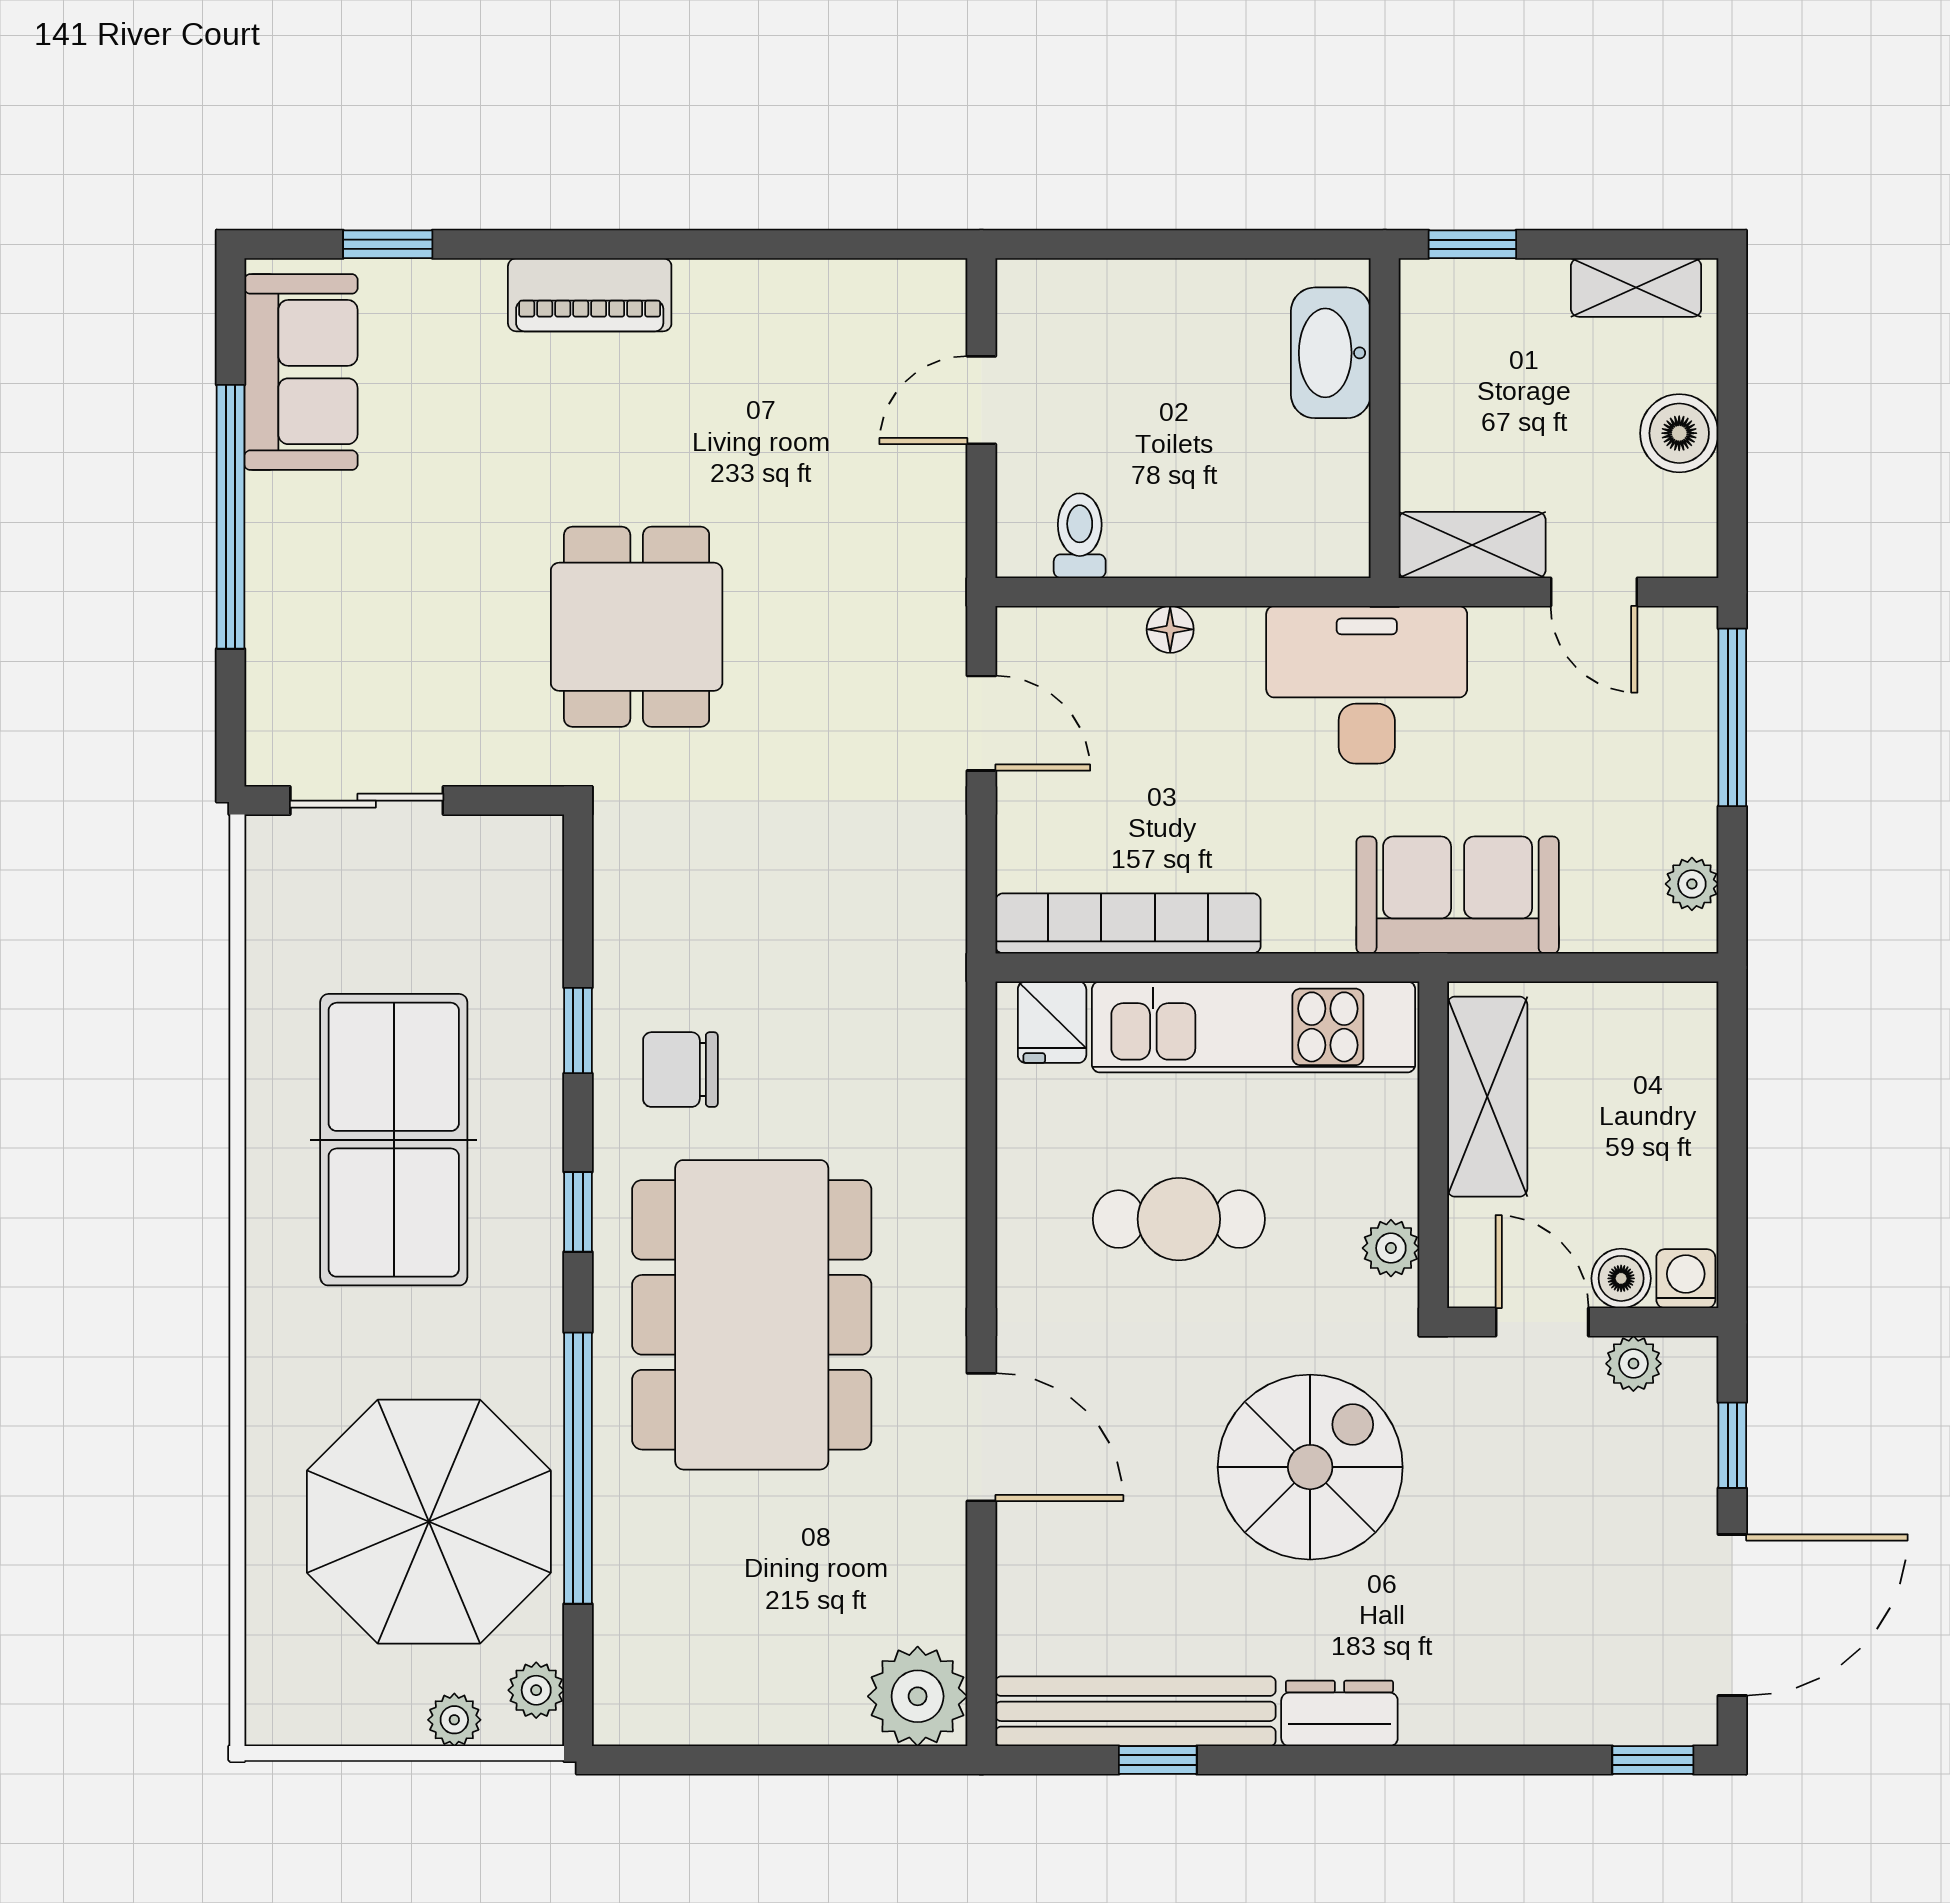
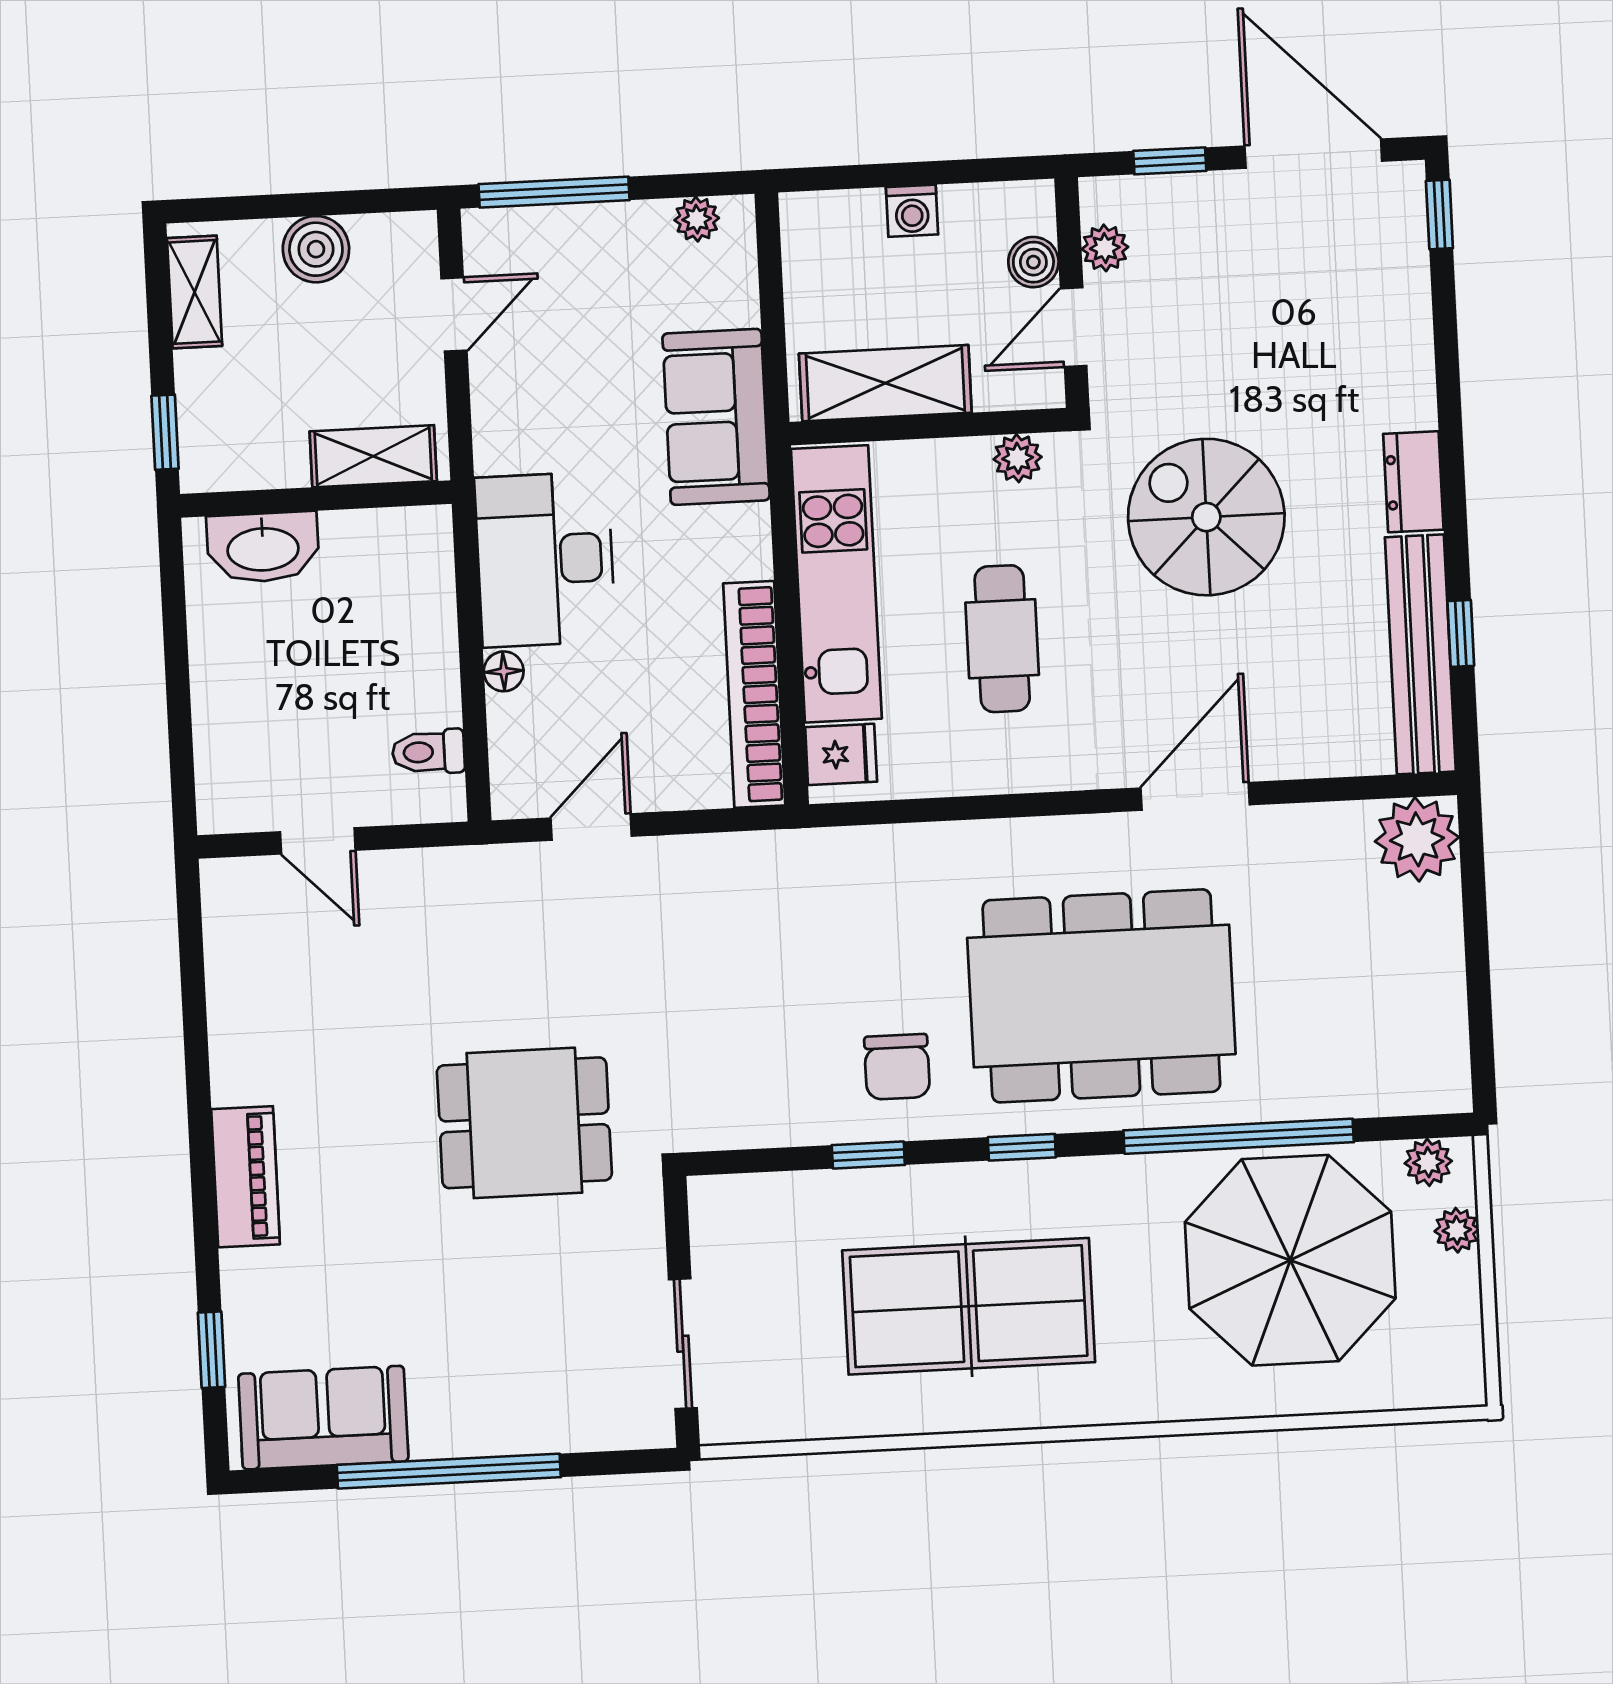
shelving: (1472, 545) -> (373, 456), moved, turned 90
desk: (1367, 685) -> (545, 559), moved
washing machine: (1686, 1279) -> (912, 211), moved, turned -90

